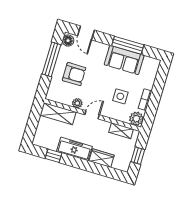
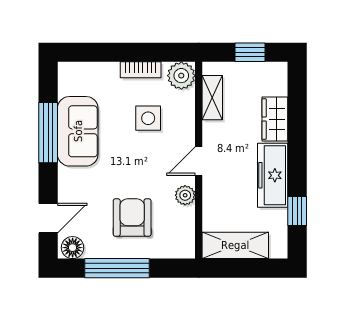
shelving: (58, 114) -> (235, 245), moved, turned 90
door: (92, 115) -> (199, 161), hinge flipped

